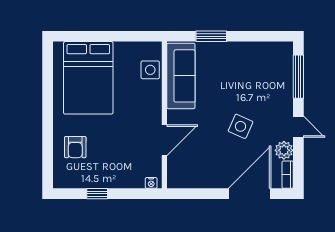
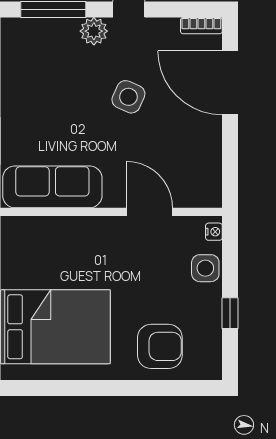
side table: (150, 70) -> (205, 268), moved
armchair: (75, 147) -> (160, 346), width x1.38, depth x1.38
plant: (284, 150) -> (94, 31), moved

